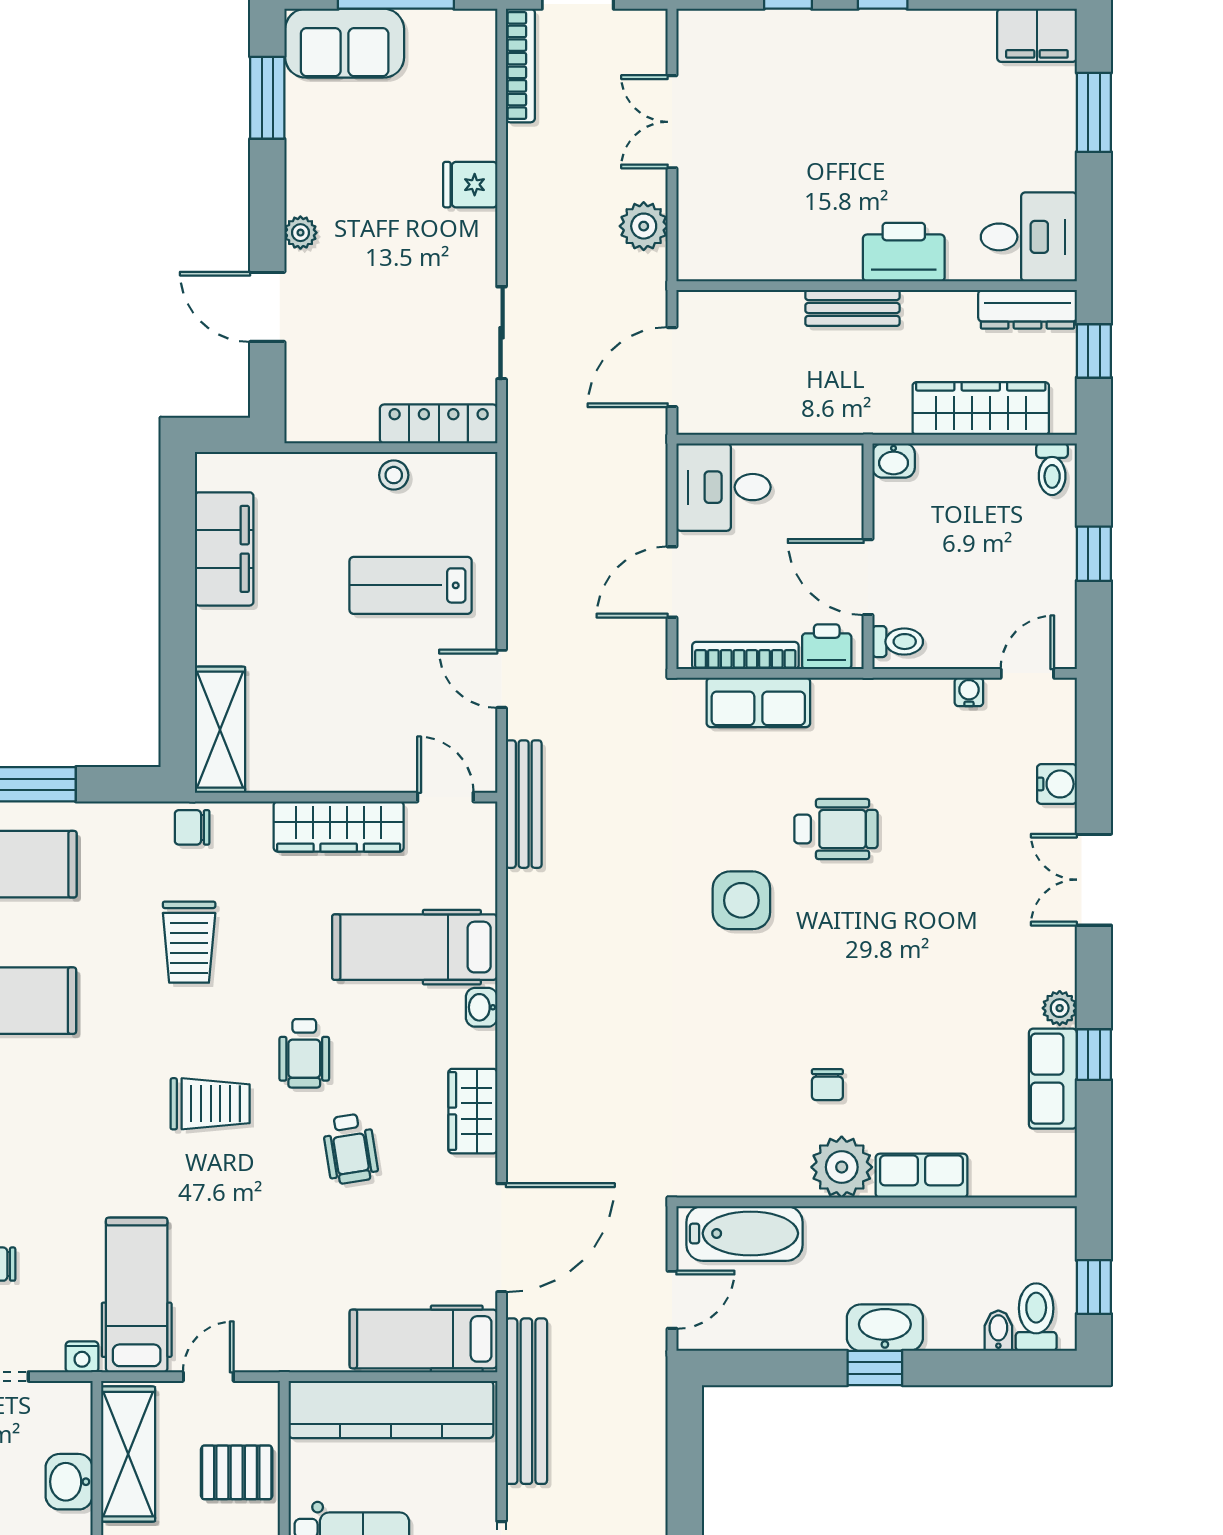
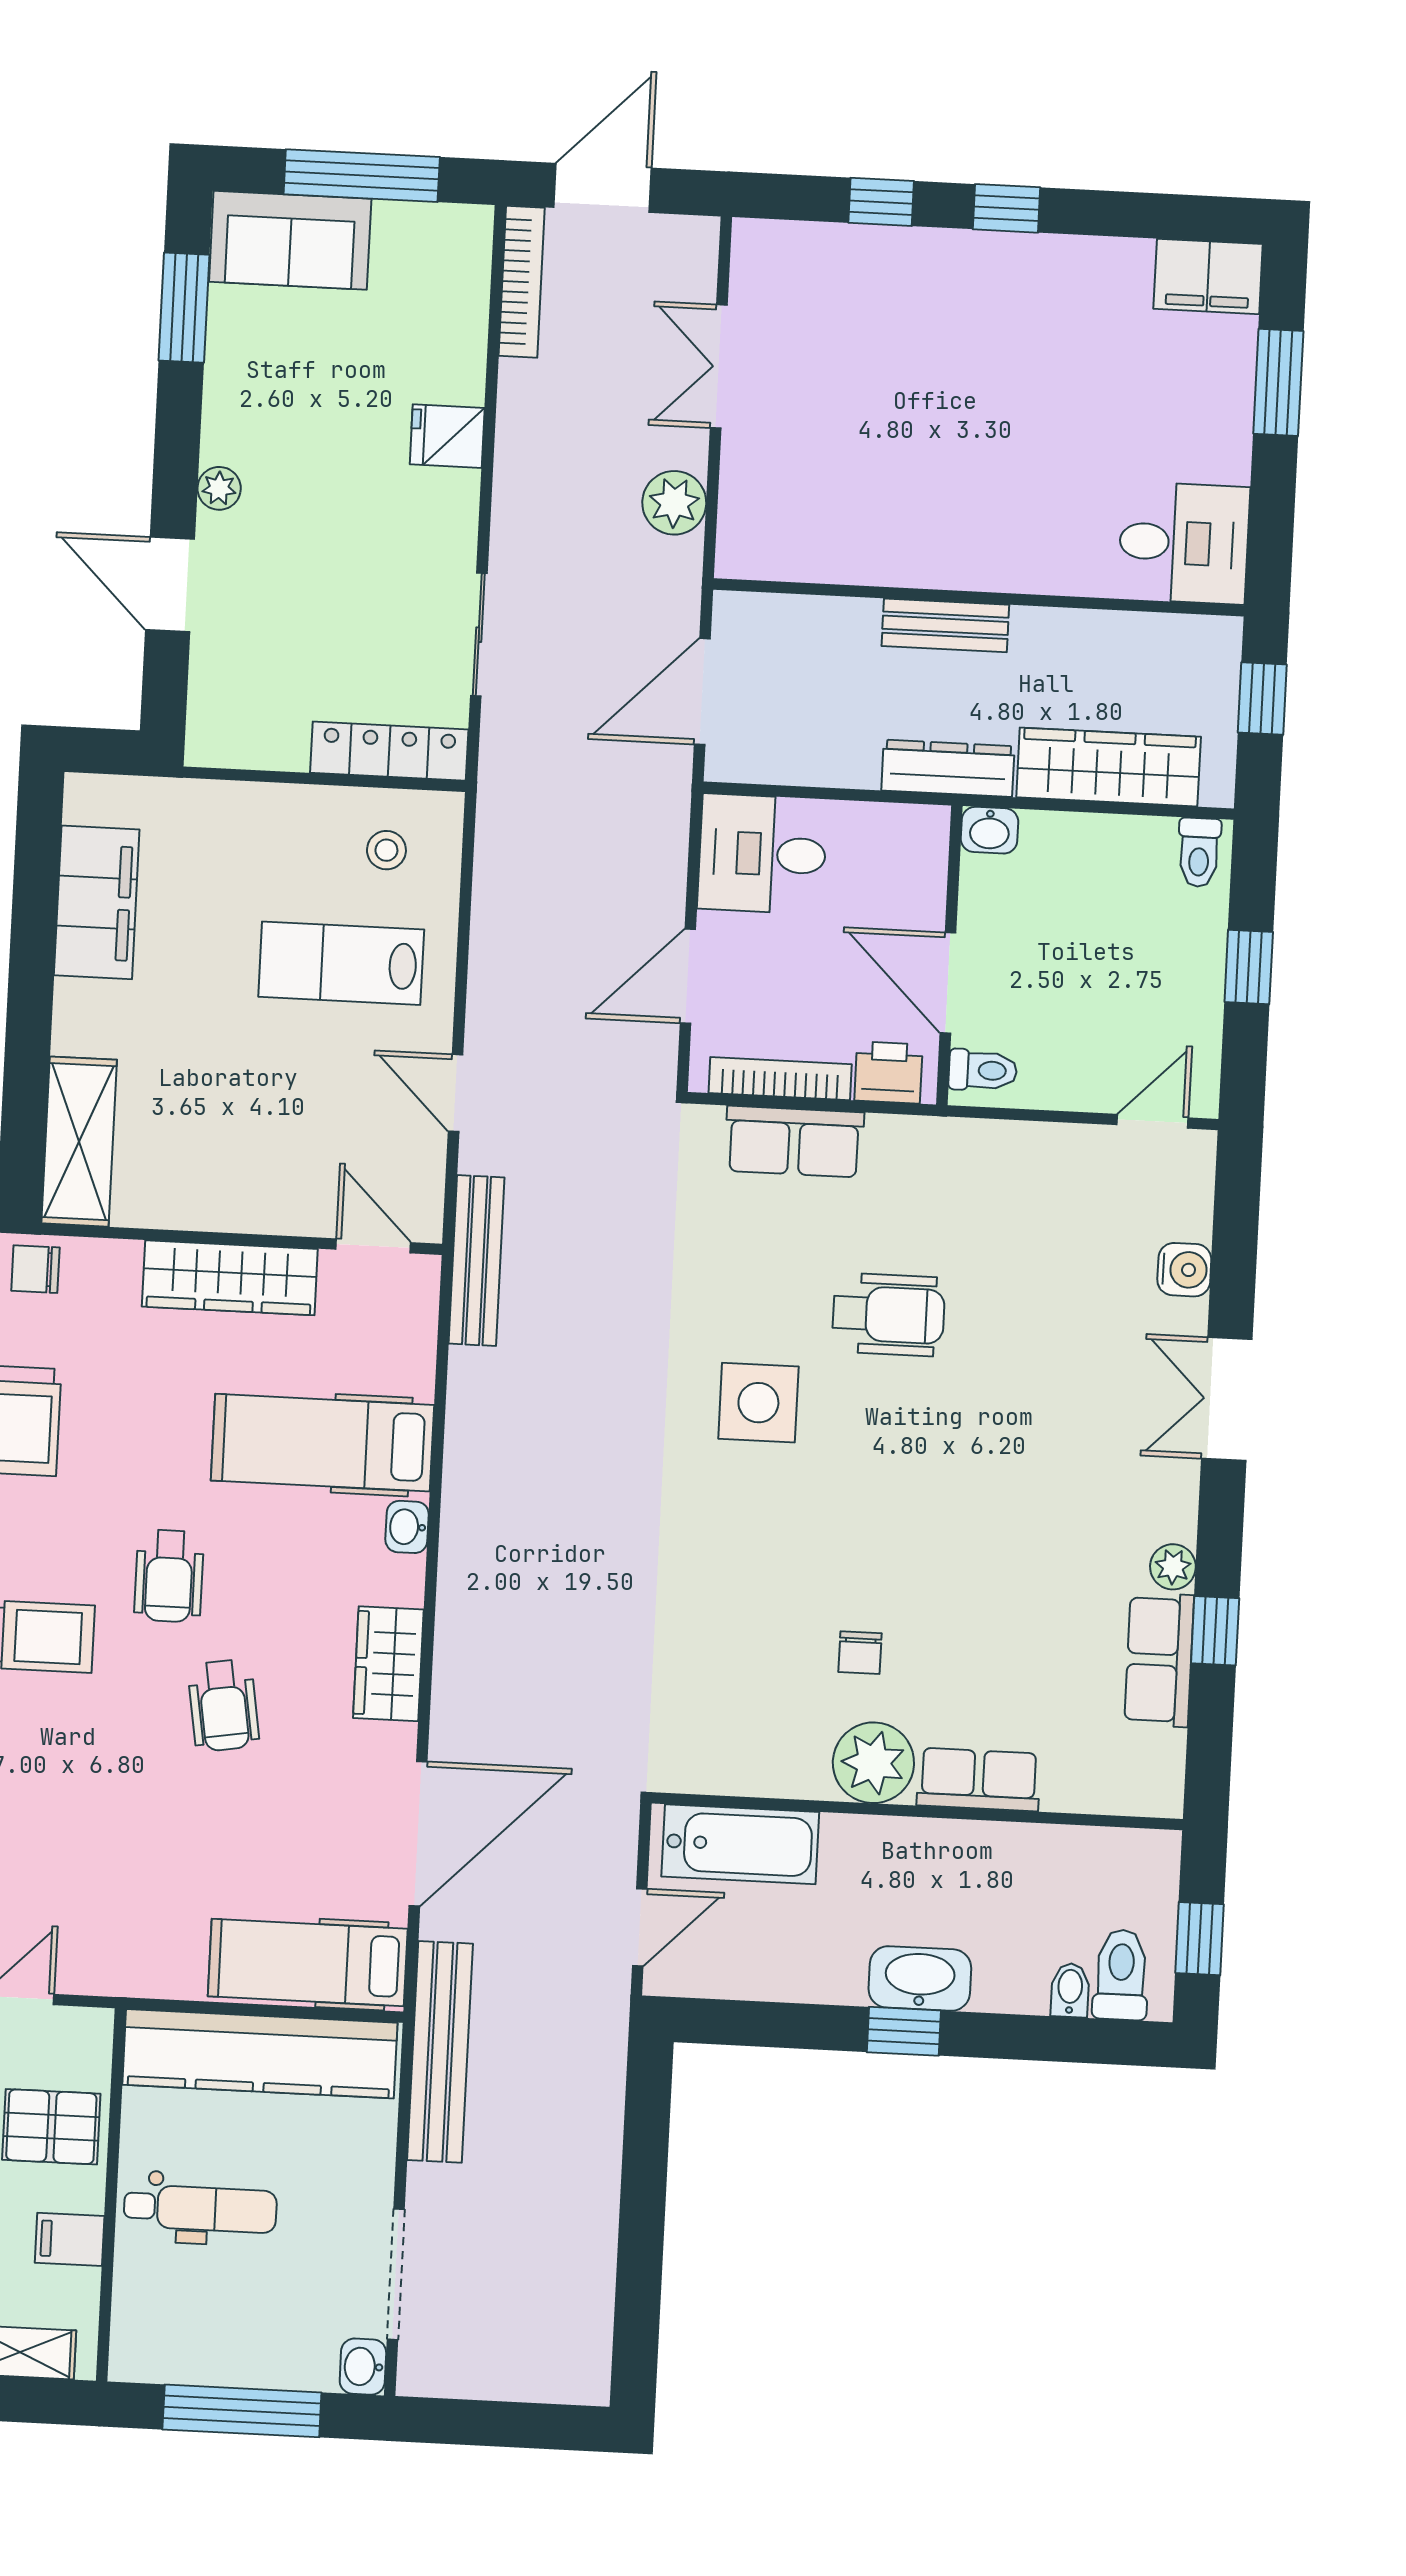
printer: (904, 252) -> (1017, 555), removed
dresser: (1028, 309) -> (948, 768), moved, turned 180
stool: (394, 475) -> (386, 850), moved
water cooler: (969, 692) -> (1074, 1142), removed

